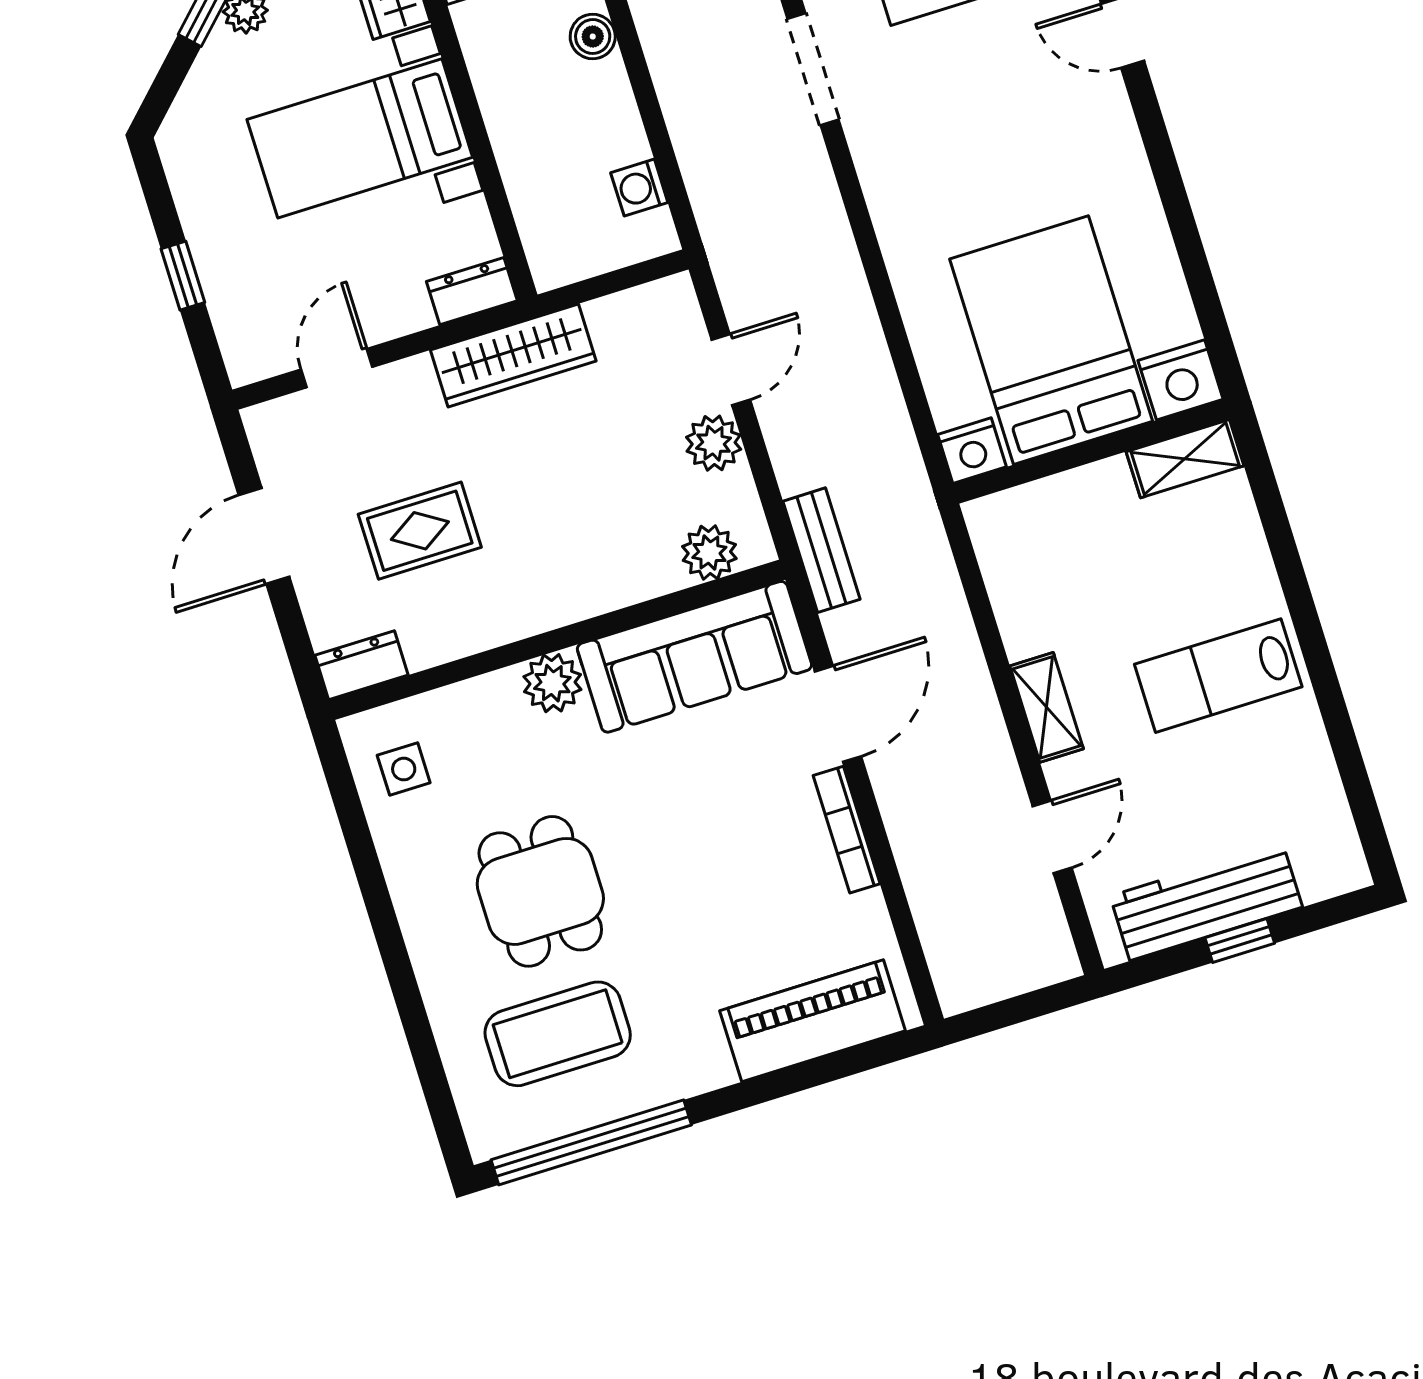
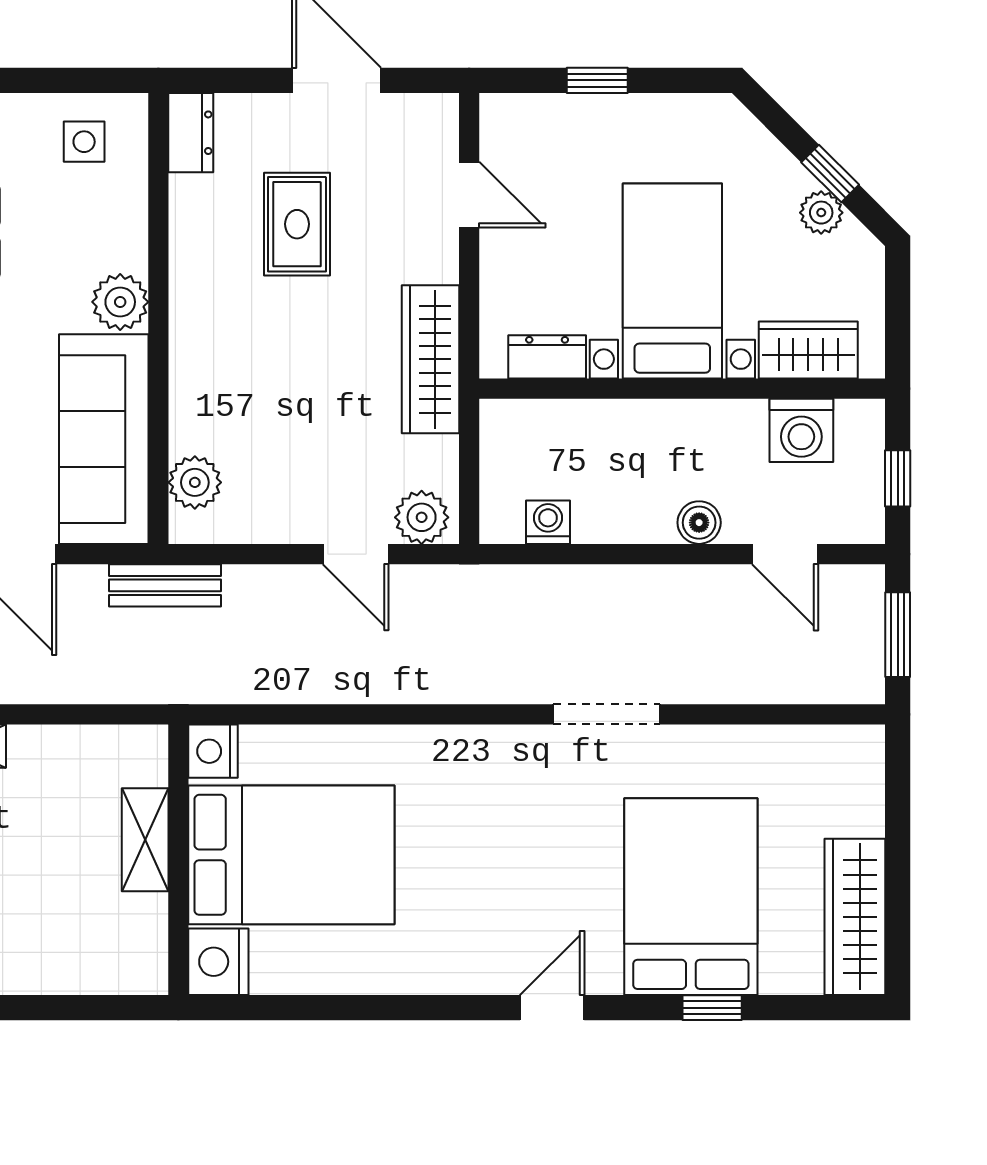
dresser: (472, 291) -> (547, 357), moved, turned -90
plant: (714, 443) -> (422, 517), moved
shelving: (1185, 459) -> (145, 840), moved

